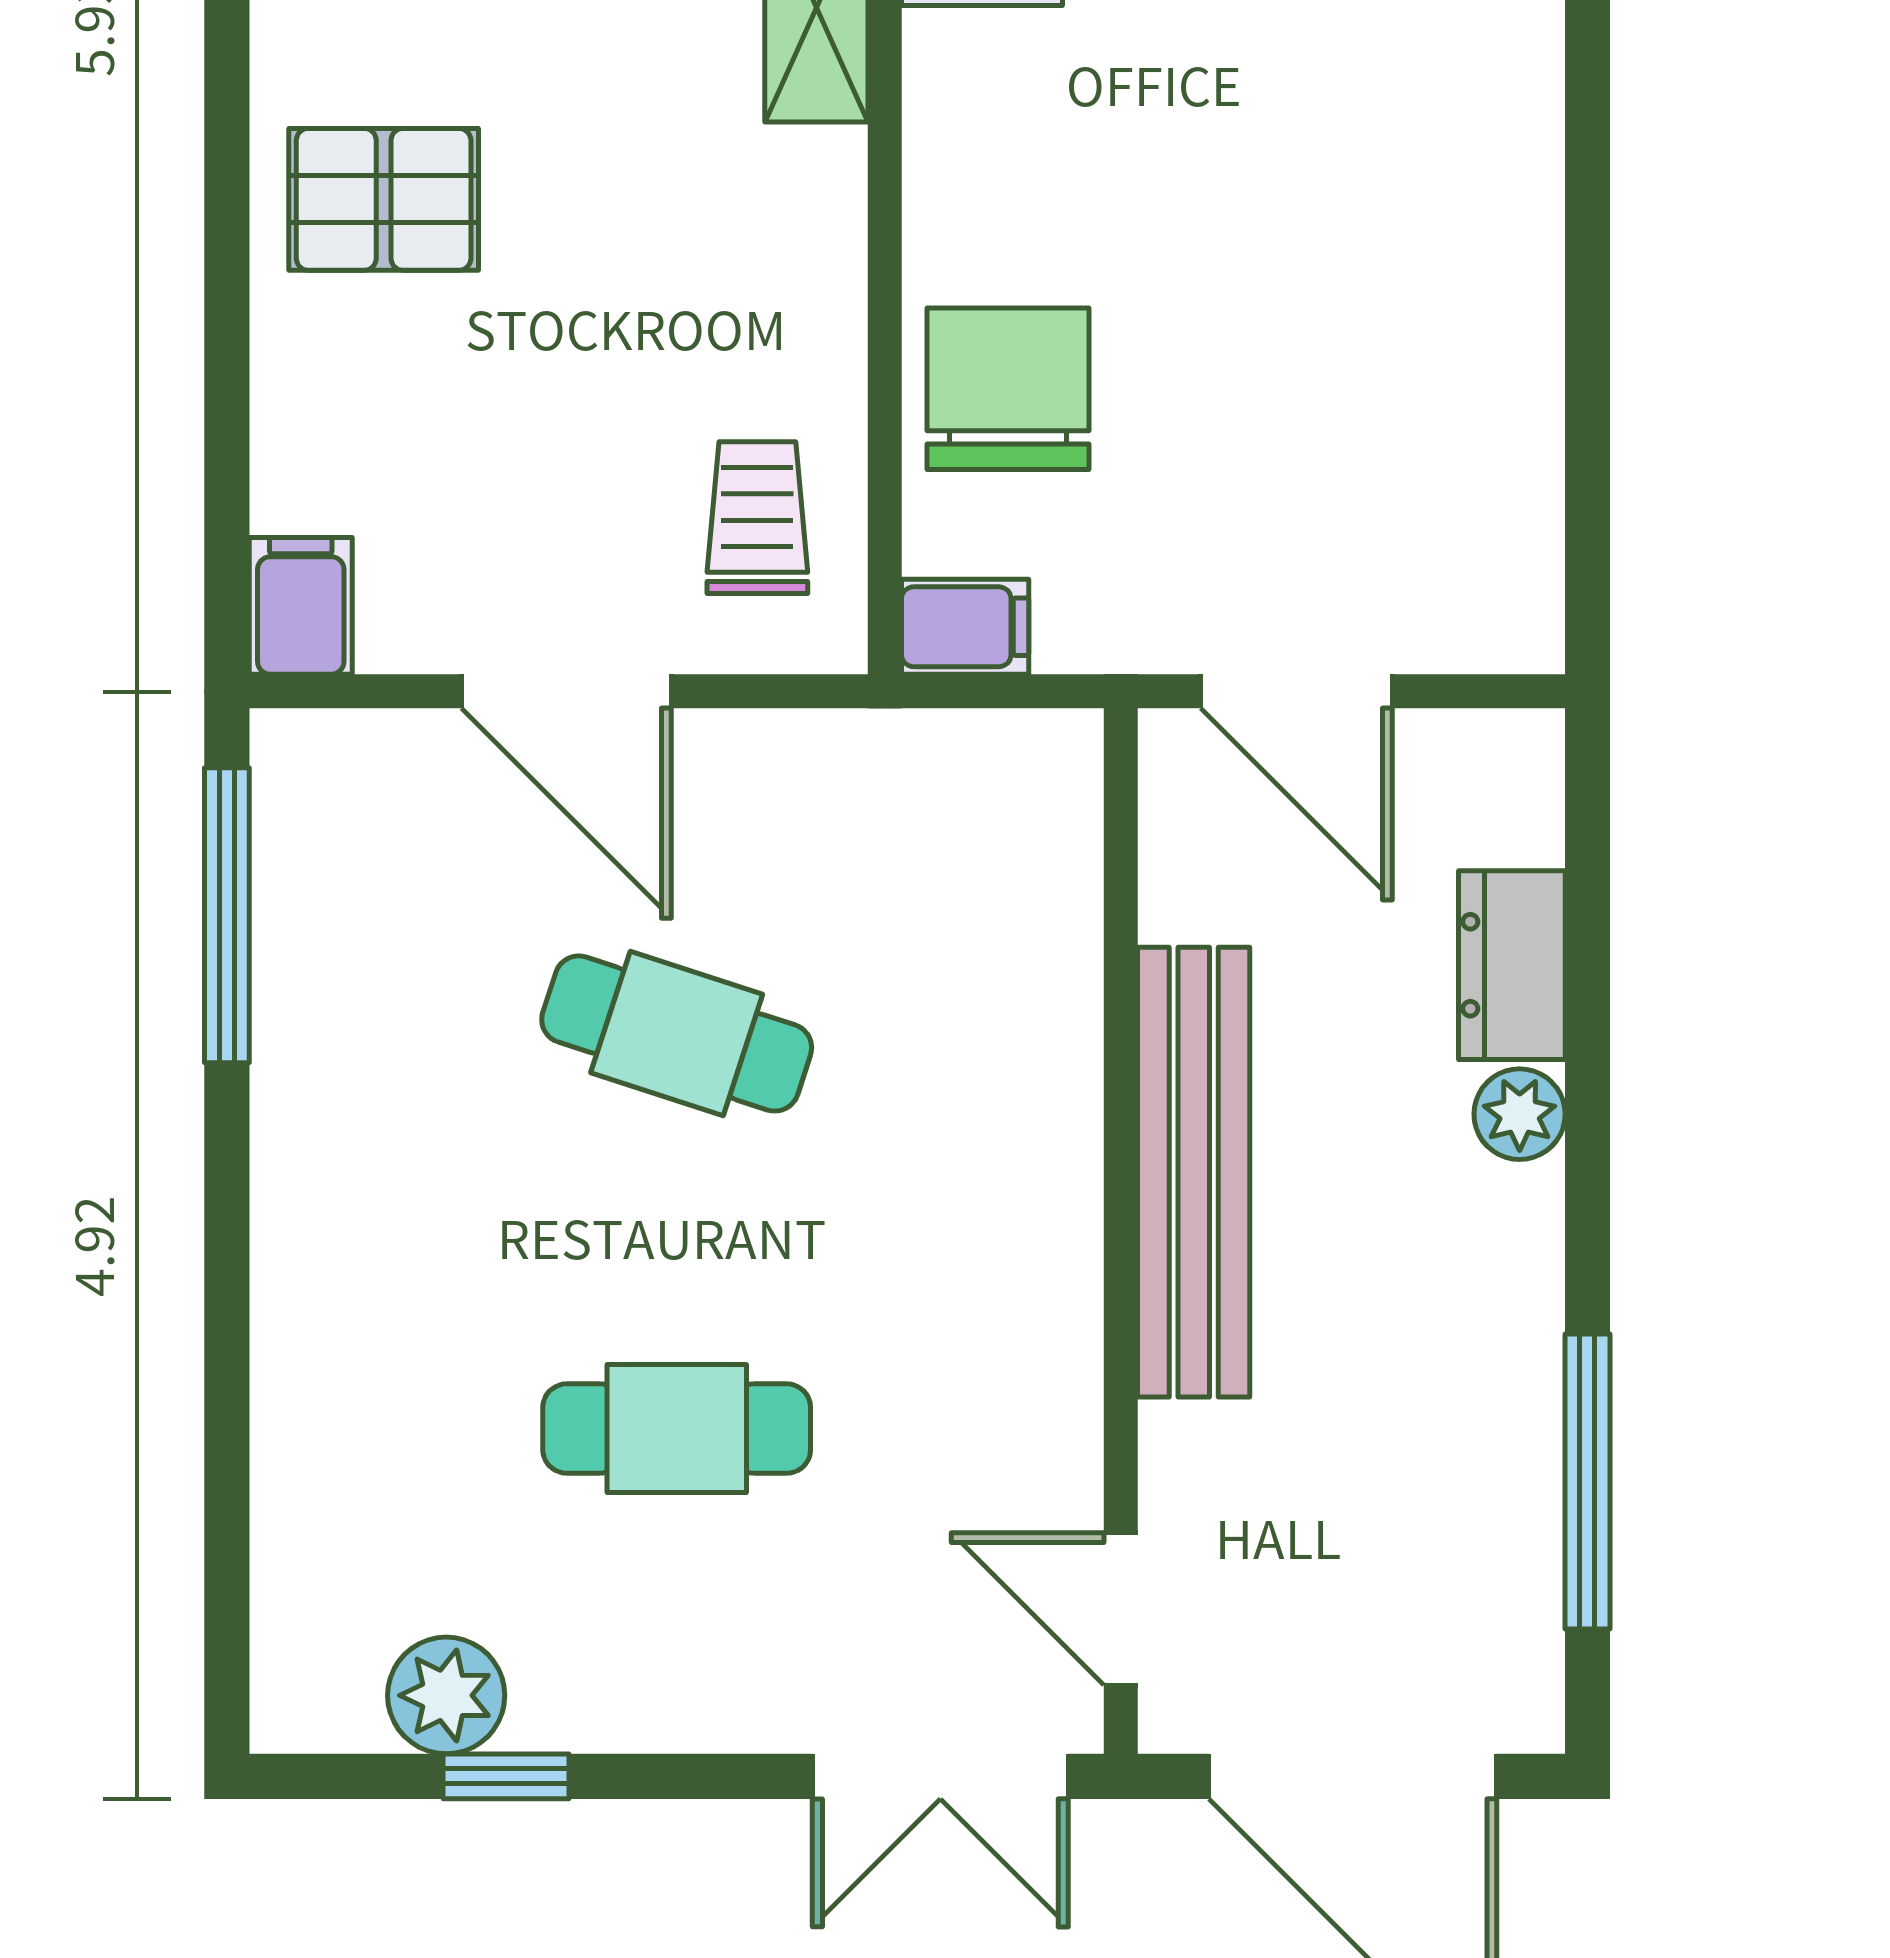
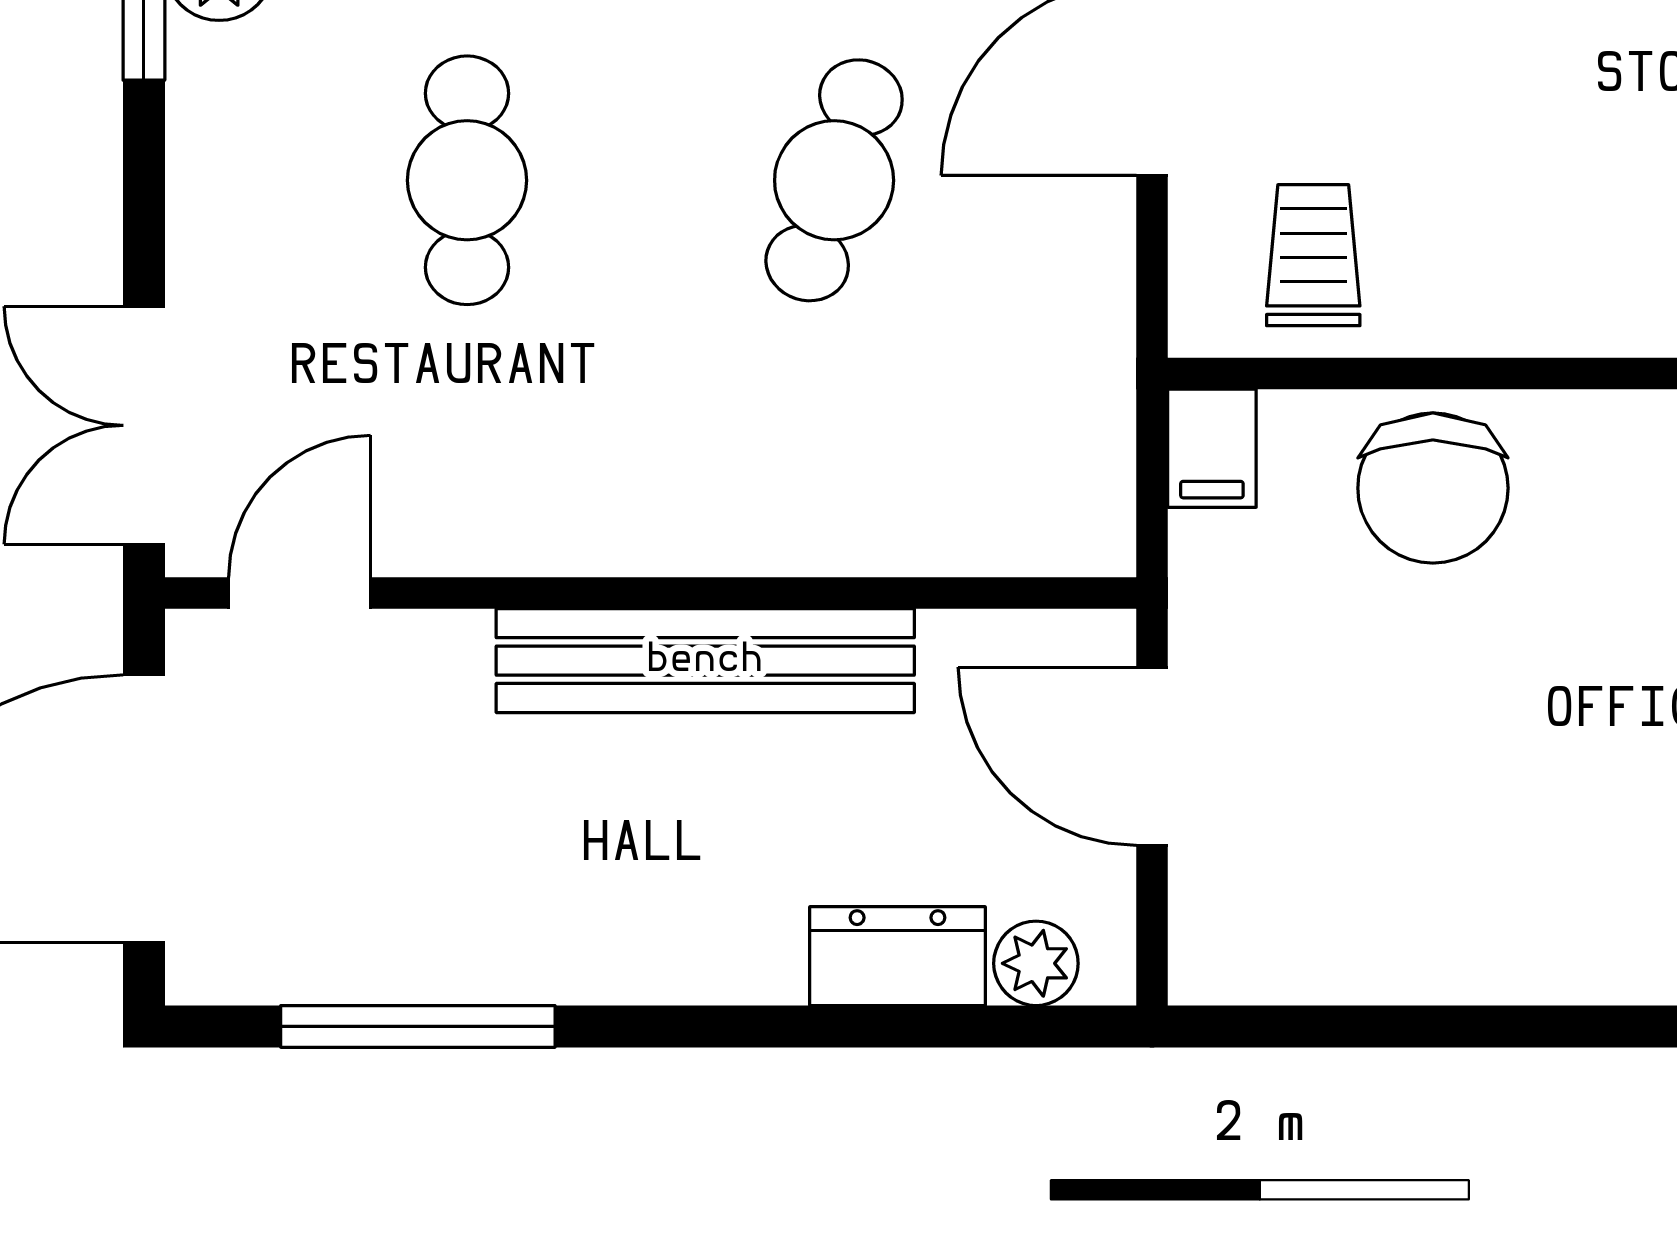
chair: (1008, 389) -> (1433, 488), turned 90
trolley: (757, 518) -> (1313, 255), turned -90
door: (1297, 691) -> (1152, 756), hinge flipped
plant: (1520, 1114) -> (1036, 963), moved

